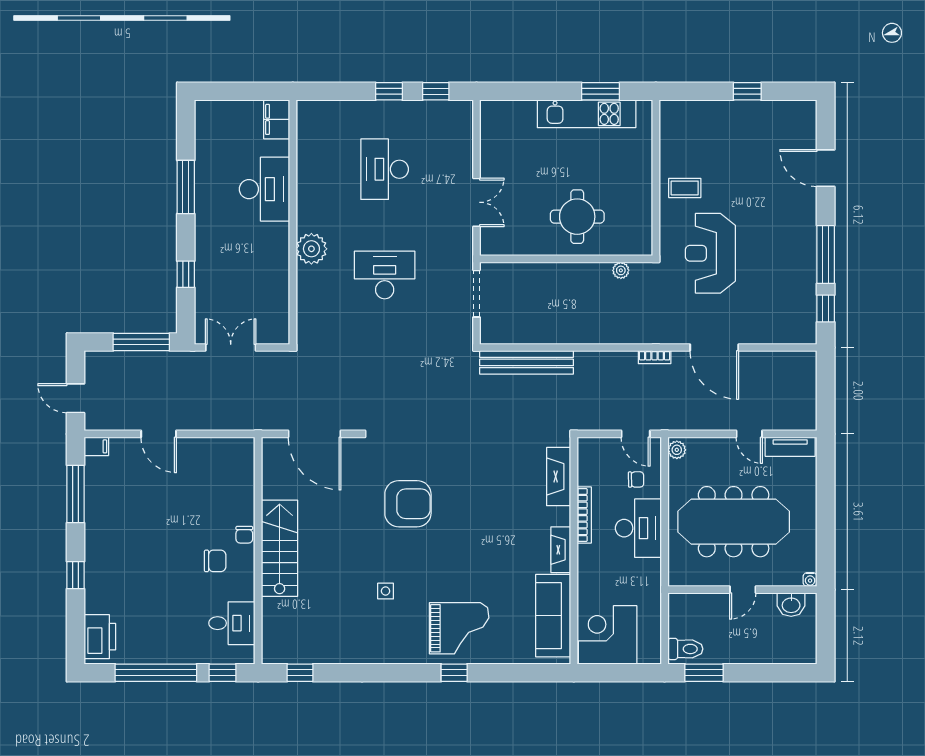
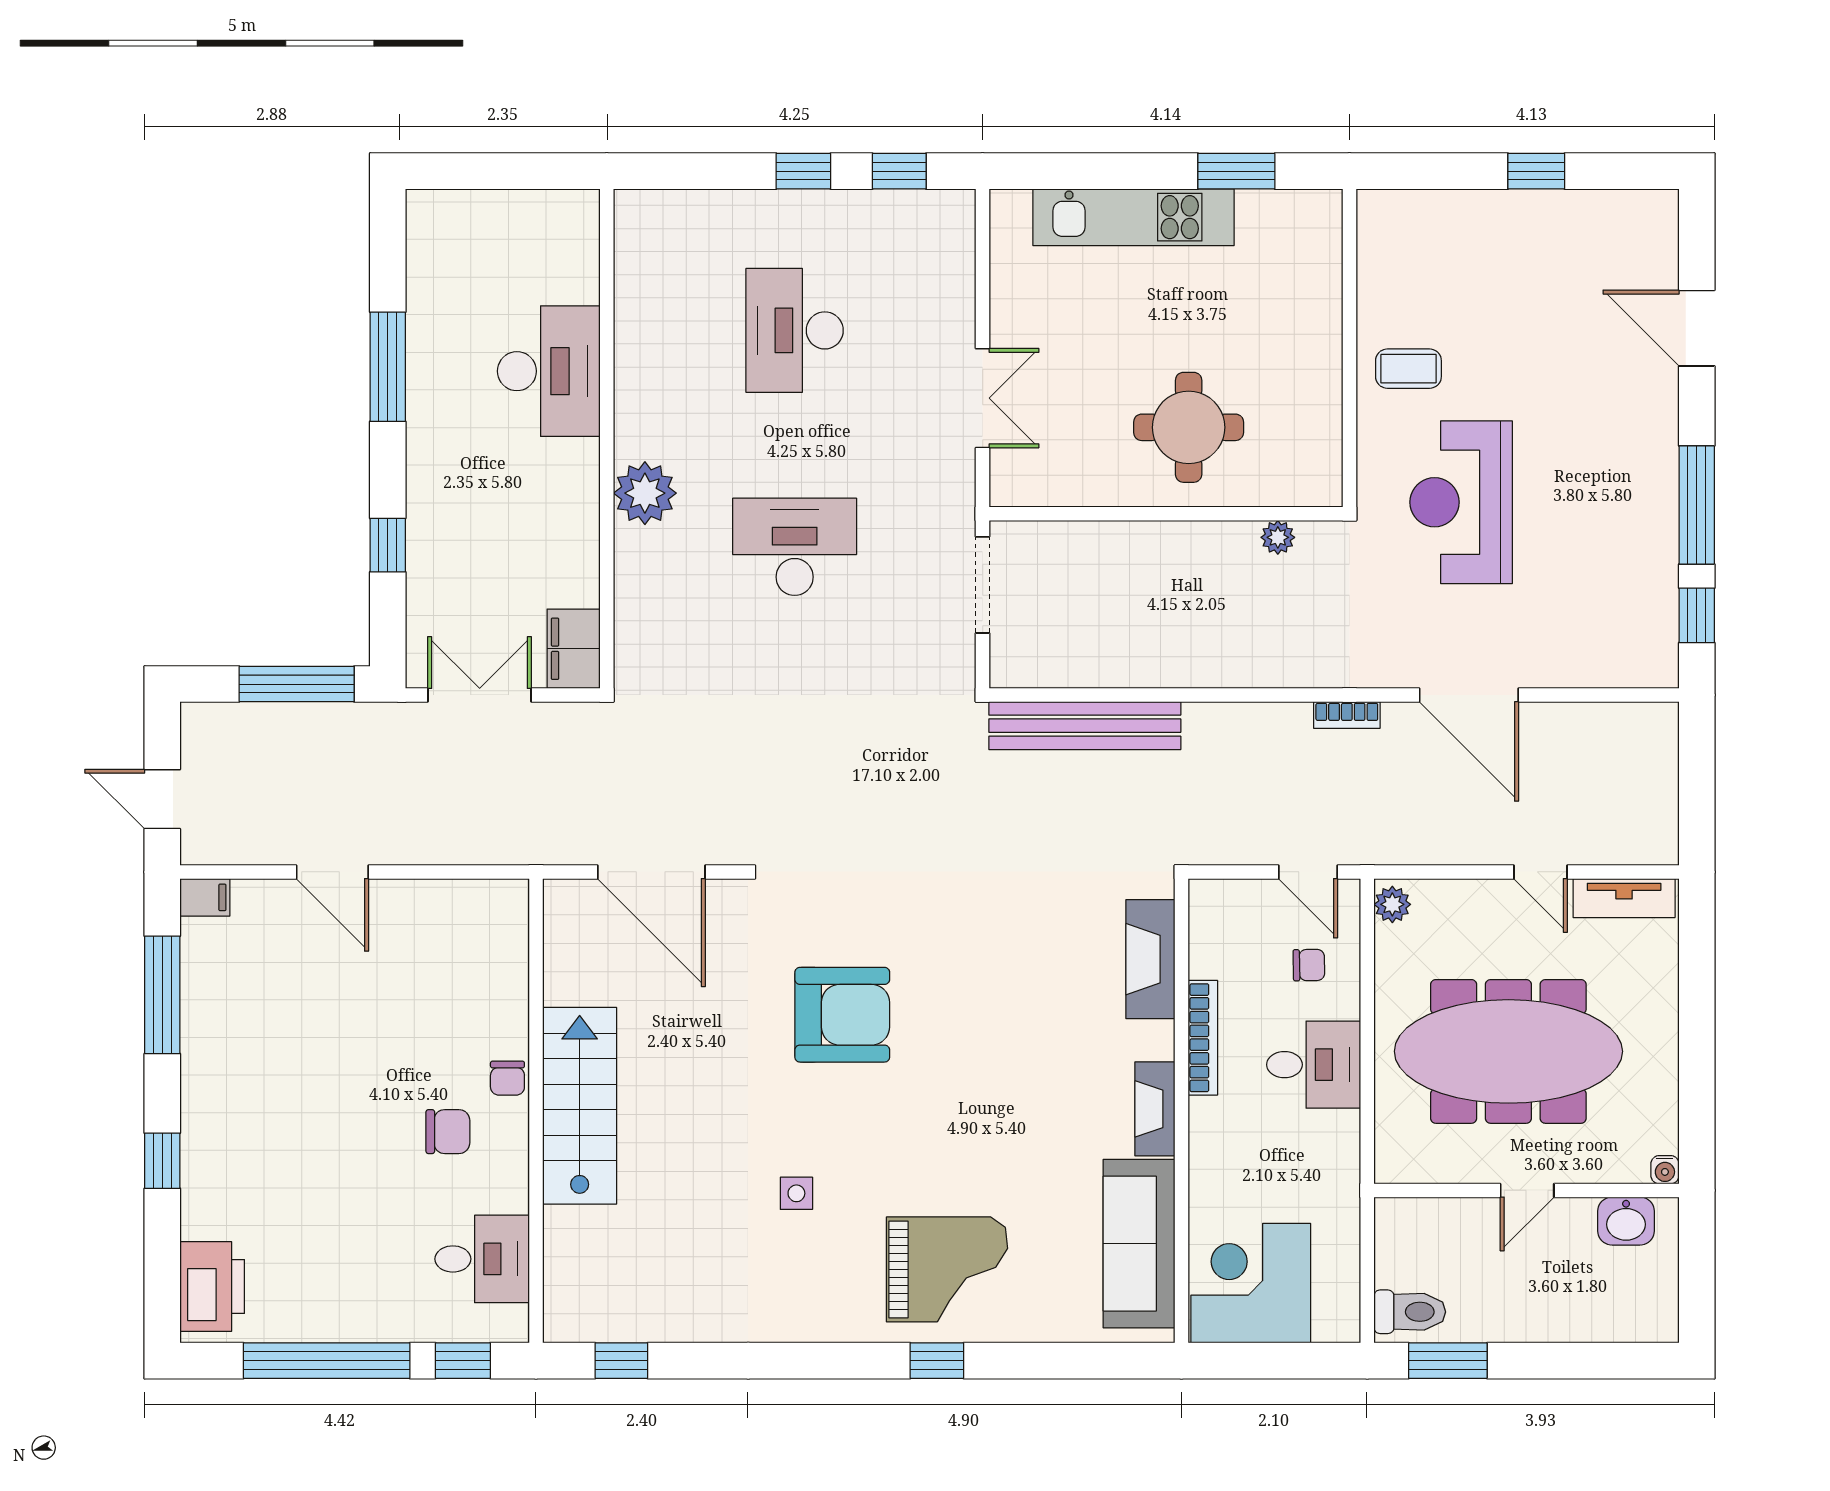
kitchen unit: (587, 114) -> (1133, 217), moved
filing cabinet: (277, 119) -> (574, 649), moved
desk: (638, 528) -> (1314, 1065), width x0.73

